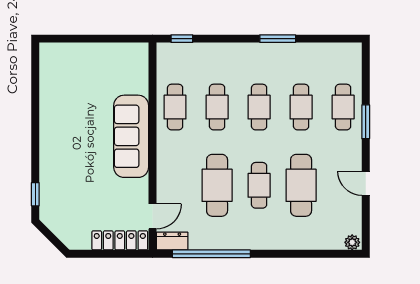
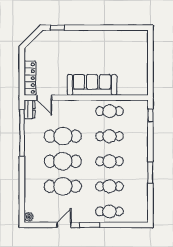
window: (366, 122) -> (90, 225), moved
cafe table: (259, 185) -> (63, 161), width x1.37, depth x1.35

